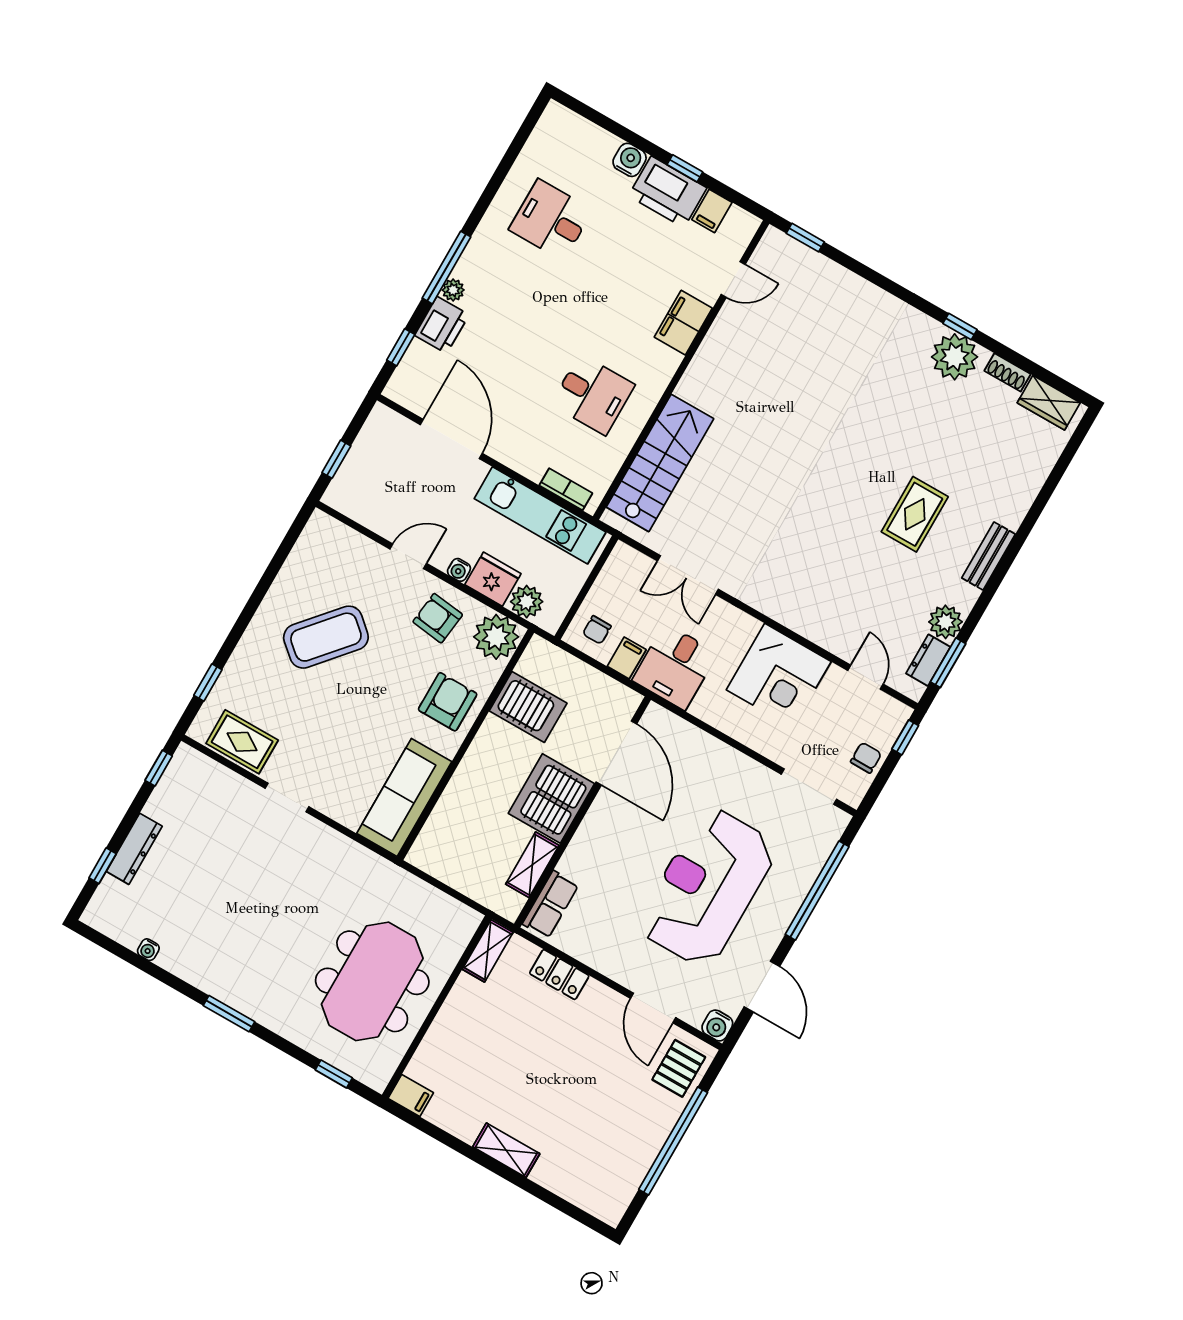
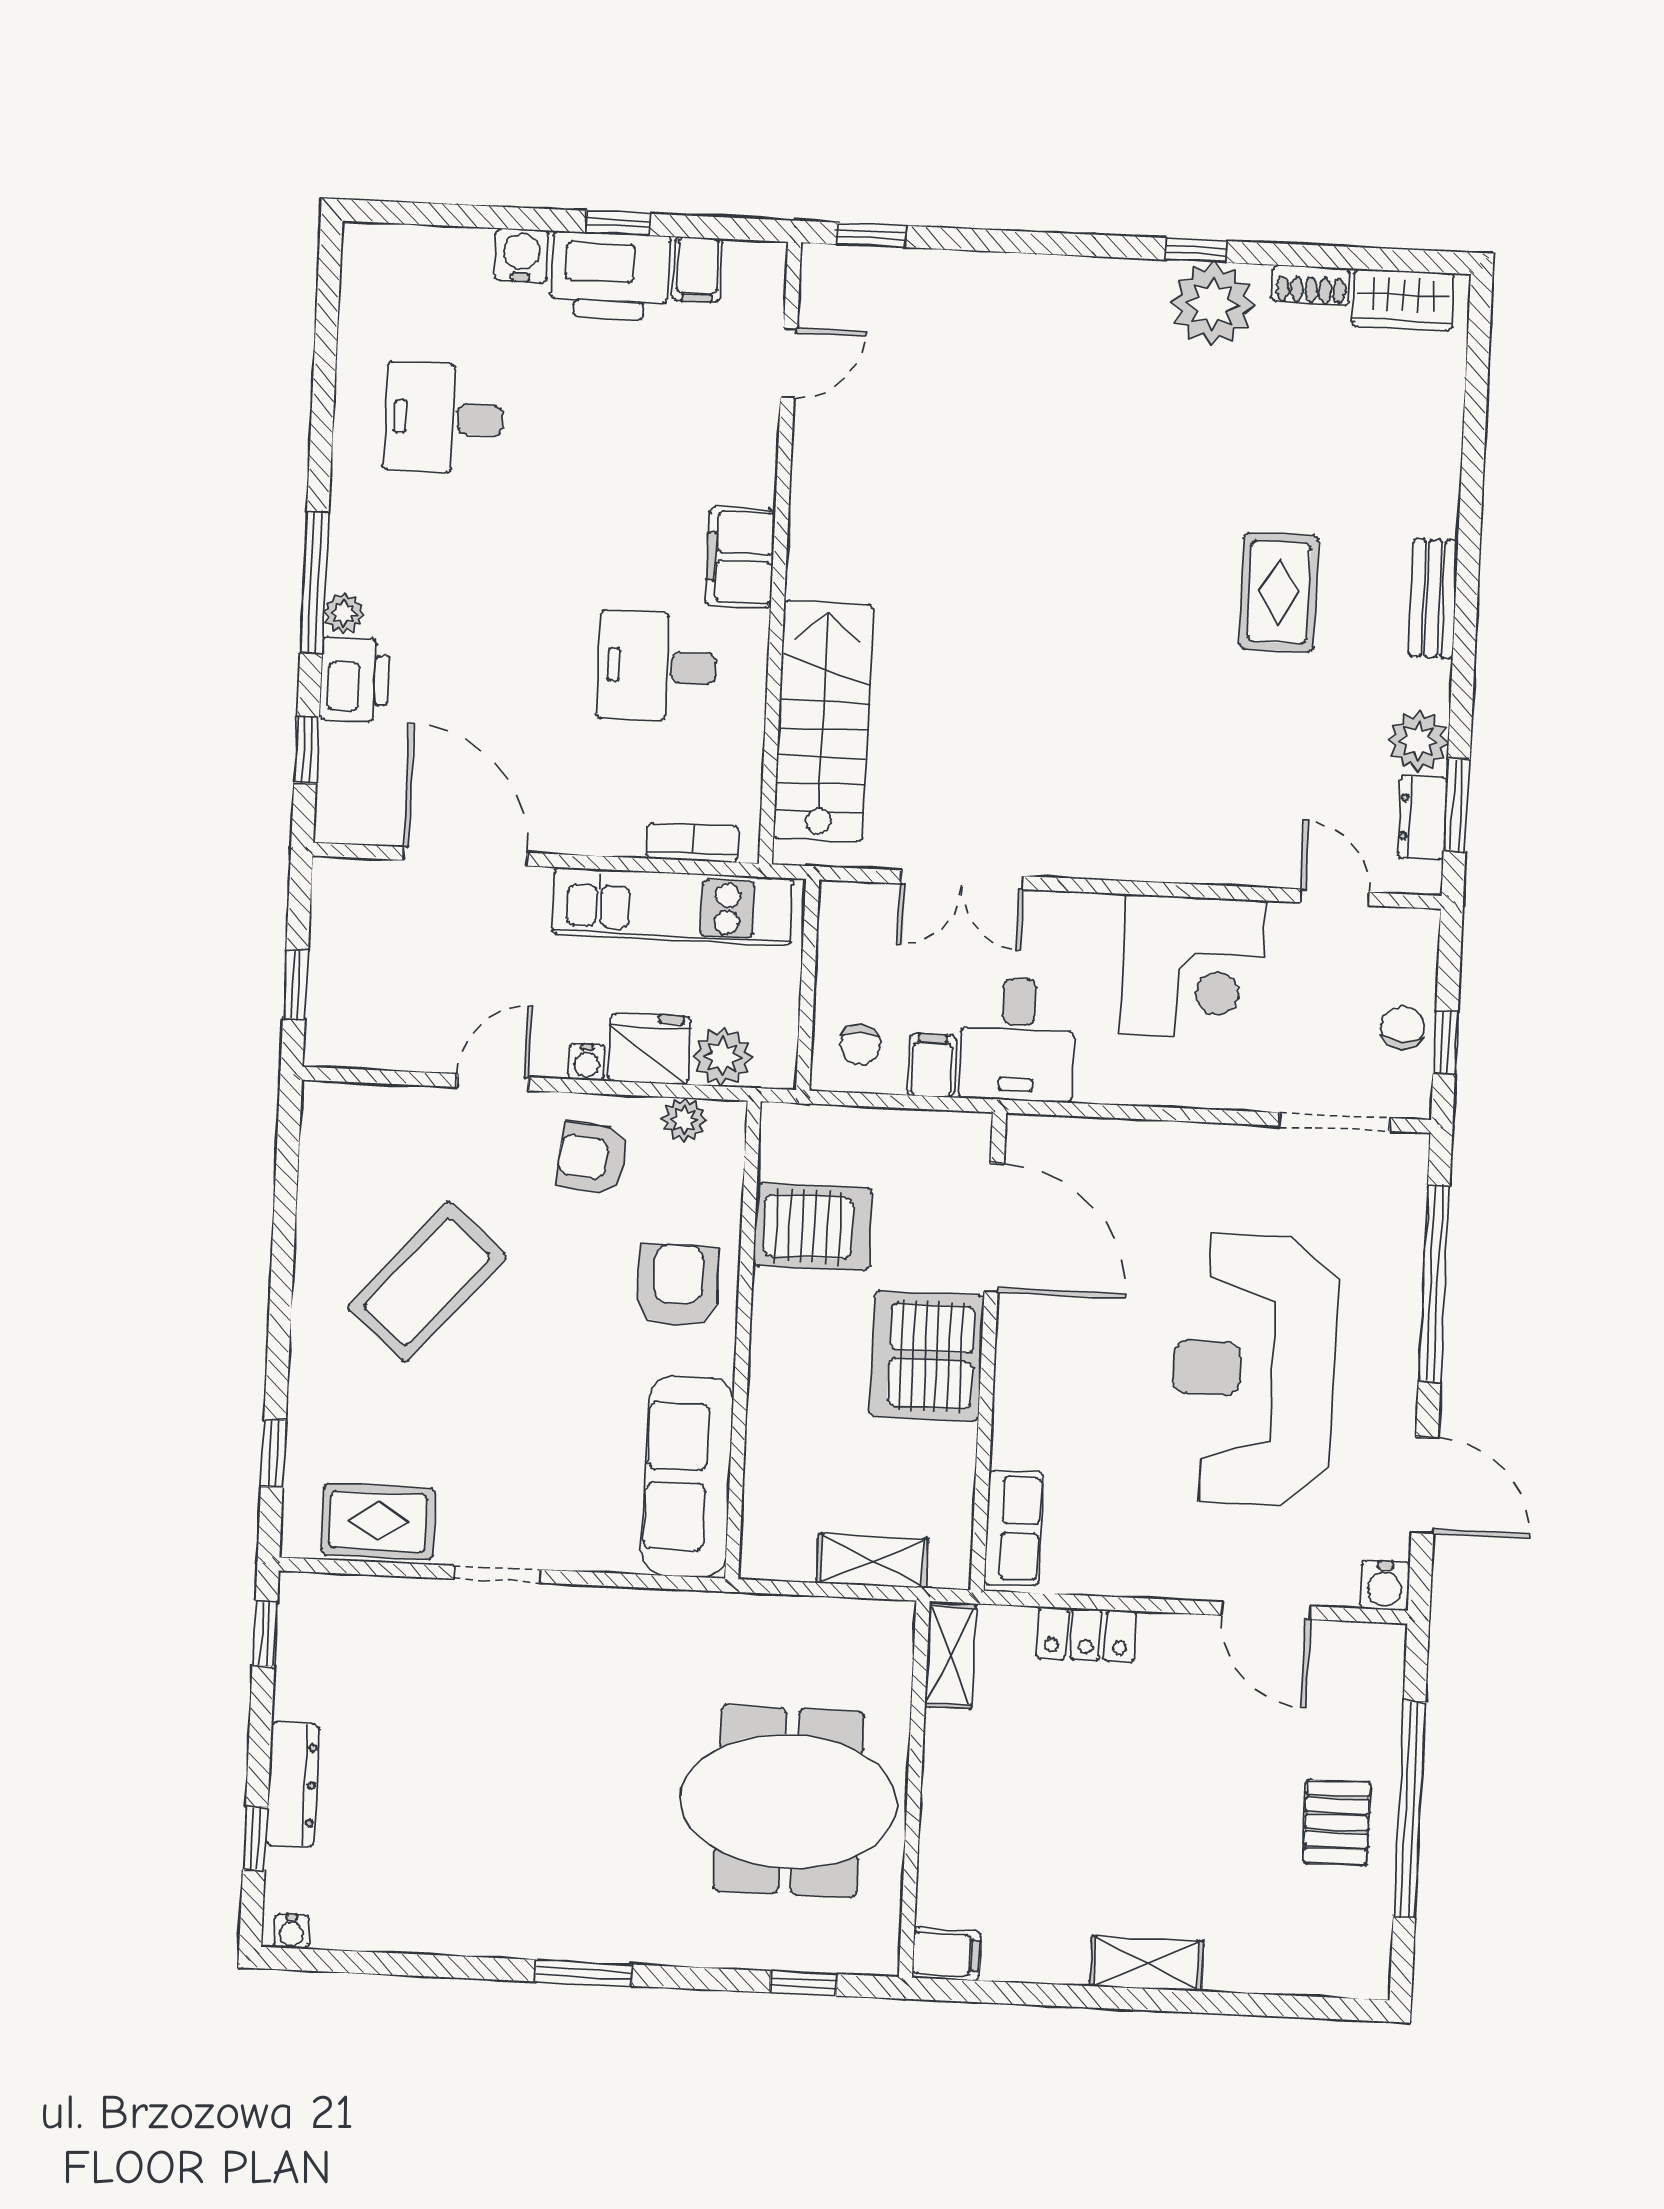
filing cabinet: (683, 323) -> (740, 558), moved
desk: (593, 395) -> (657, 666), turned 180
plant: (496, 637) -> (684, 1120), width x0.53, depth x0.53
window: (905, 737) -> (1446, 1042), moved
shelving: (532, 865) -> (872, 1561), moved, turned 90
water cooler: (148, 950) -> (291, 1931), moved
meeting table: (372, 981) -> (789, 1801), turned 90
pallet: (679, 1068) -> (1337, 1823), moved

